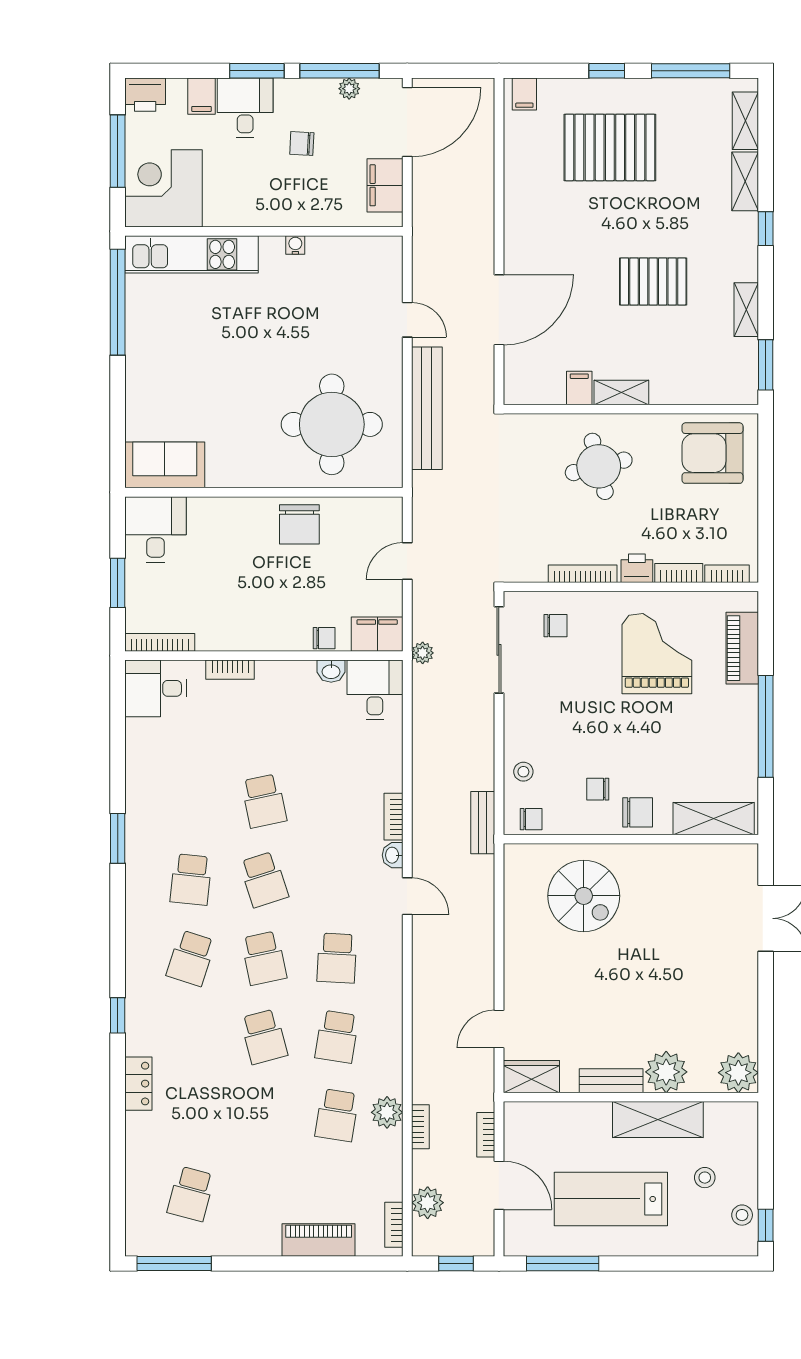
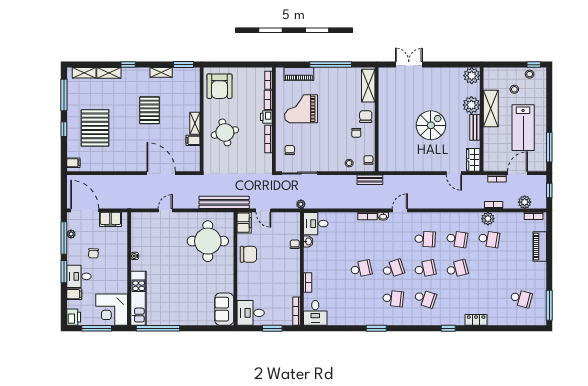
bench: (427, 408) -> (224, 202), moved
filing cabinet: (377, 634) -> (244, 223), moved, turned 180
spiral stairs: (584, 896) -> (431, 125), moved

